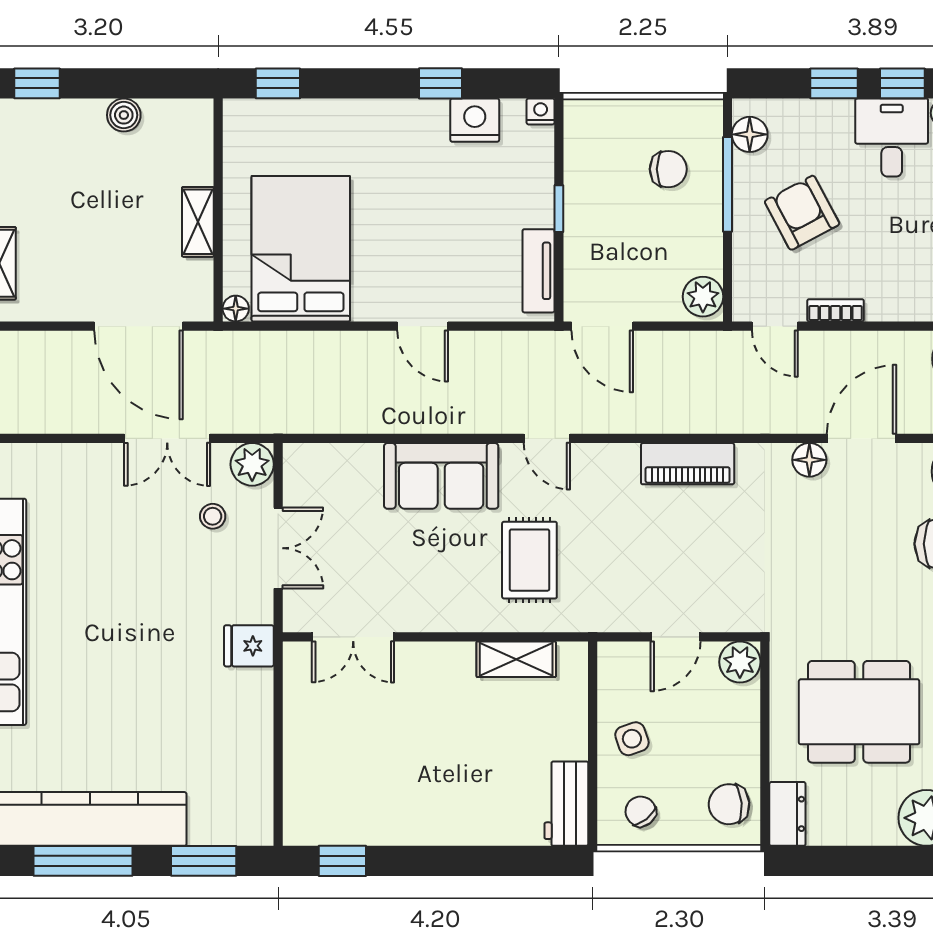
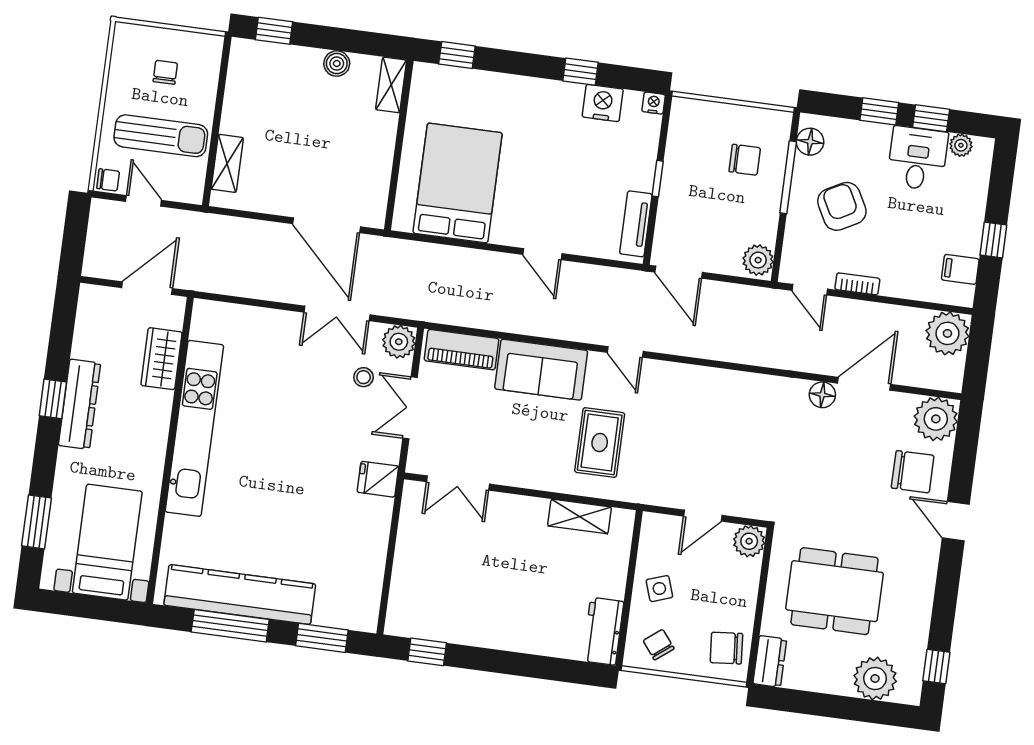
shelving: (198, 222) -> (391, 85), moved
floor lamp: (236, 309) -> (402, 222), removed
piano: (688, 464) -> (461, 350), moved
double door: (278, 548) -> (410, 408), swing flipped

